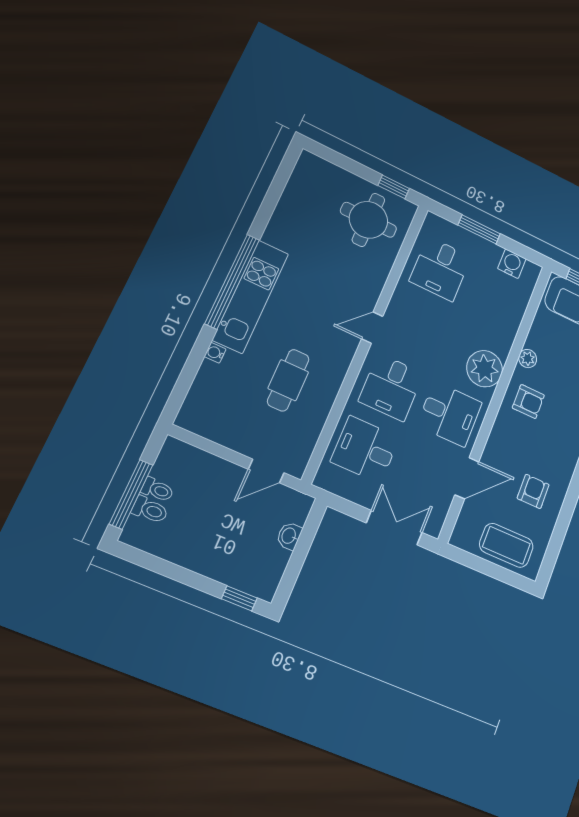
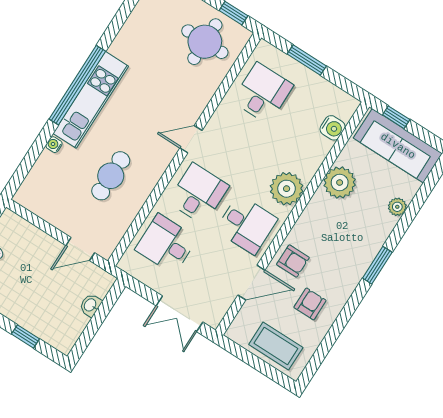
water cooler: (512, 264) -> (333, 128), moved, turned 90
desk: (440, 269) -> (263, 93), turned 180
plant: (528, 359) -> (340, 183), width x1.88, depth x1.88
desk: (391, 387) -> (198, 194), turned 180
armchair: (528, 402) -> (293, 261), moved
double door: (394, 528) -> (180, 314), swing flipped
window: (239, 598) -> (25, 336), moved

